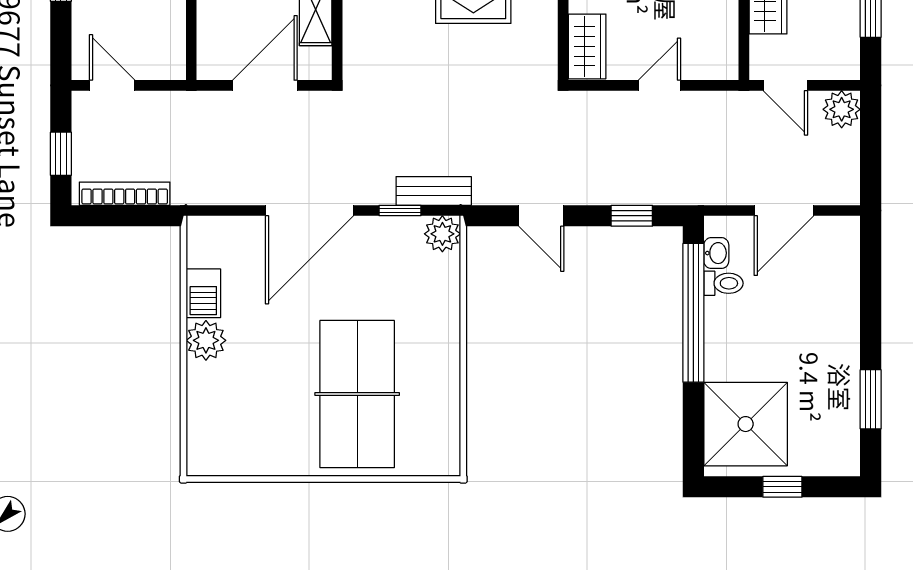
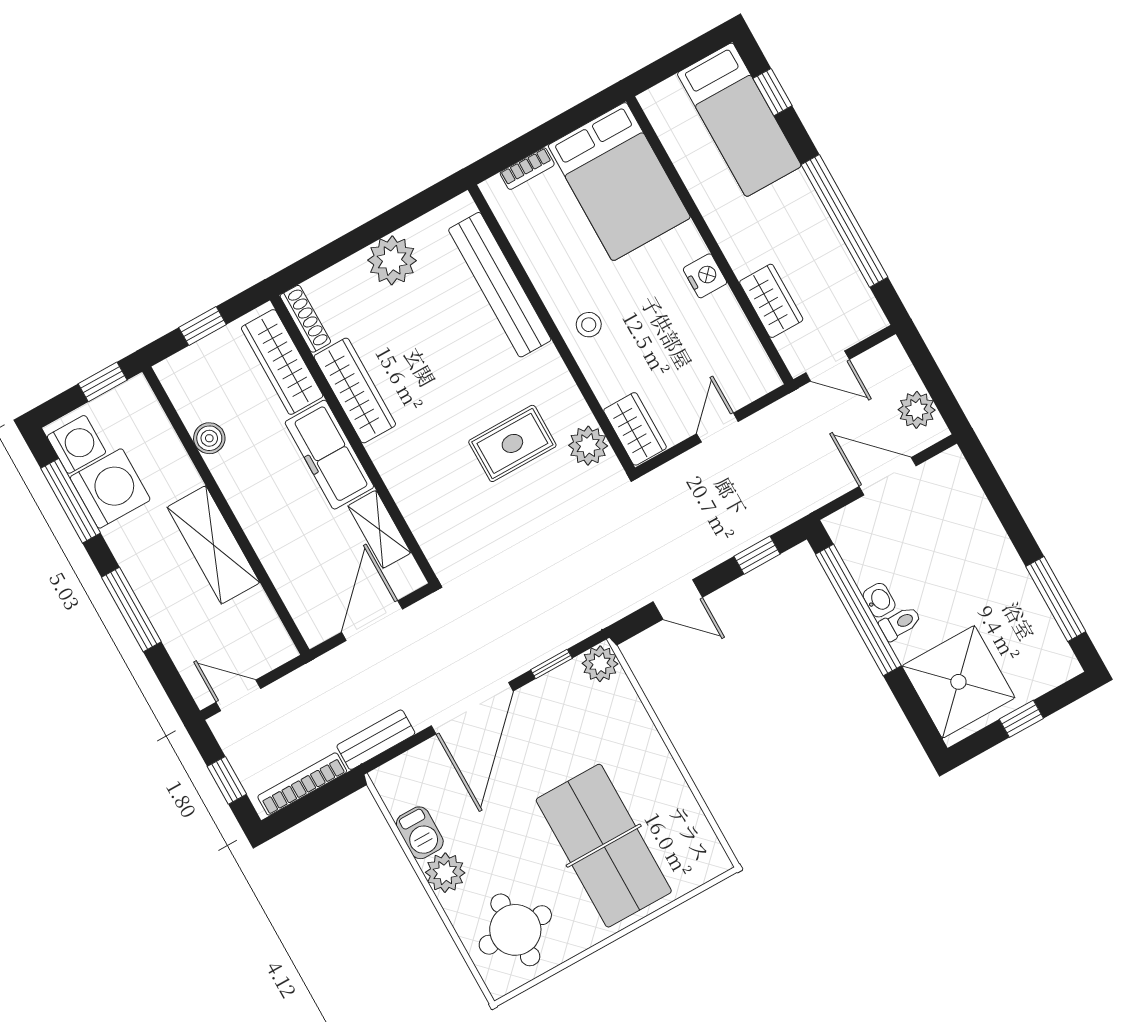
plant: (538, 38) -> (588, 446), added
plant: (842, 109) -> (917, 410), moved
bench: (434, 191) -> (376, 740), moved
door: (784, 211) -> (888, 476), swing flipped
washbasin: (716, 253) -> (879, 600), moved
toilet: (723, 283) -> (900, 623), moved
window: (871, 399) -> (1056, 599), width x1.44
round table: (239, 424) -> (515, 930), added

